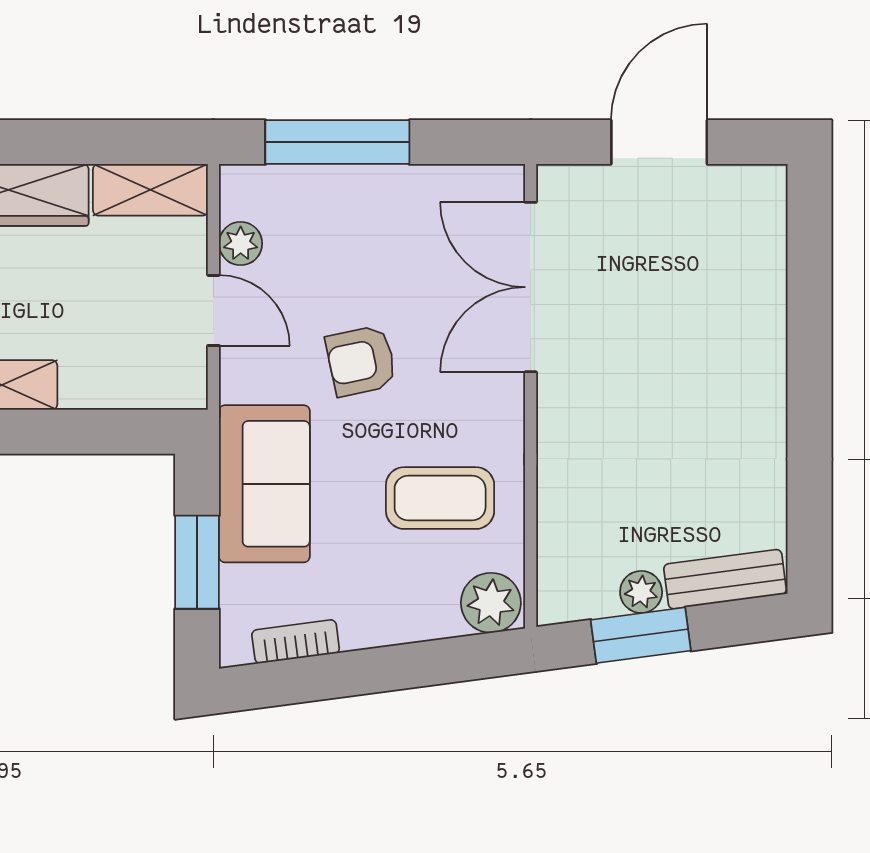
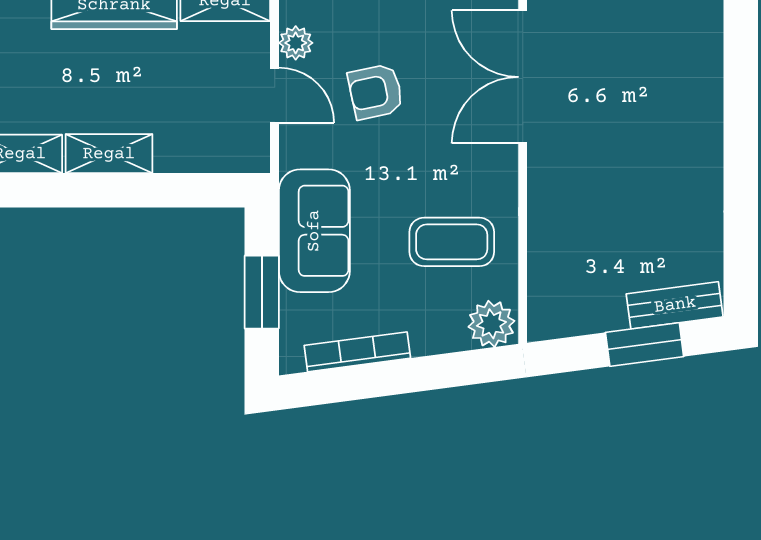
armchair: (361, 361) -> (376, 92), moved
plant: (641, 592) -> (609, 315), removed
window: (641, 635) -> (645, 345), moved
bookcase: (296, 642) -> (357, 352), width x1.56

